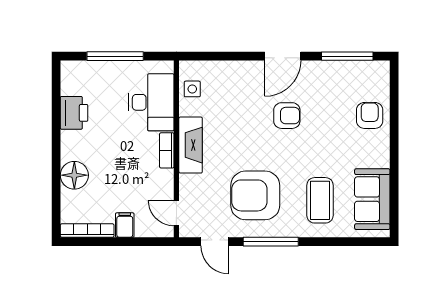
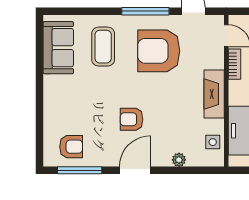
plant: (232, 68) -> (179, 160), added
armchair: (370, 115) -> (71, 147), moved, turned -90
bookcase: (167, 150) -> (234, 64), moved
armchair: (255, 195) -> (159, 51), turned 180

